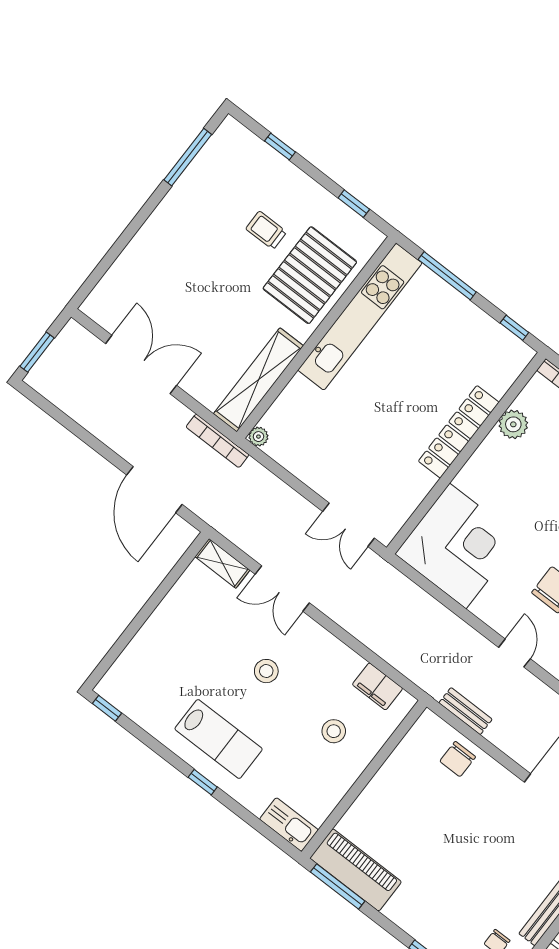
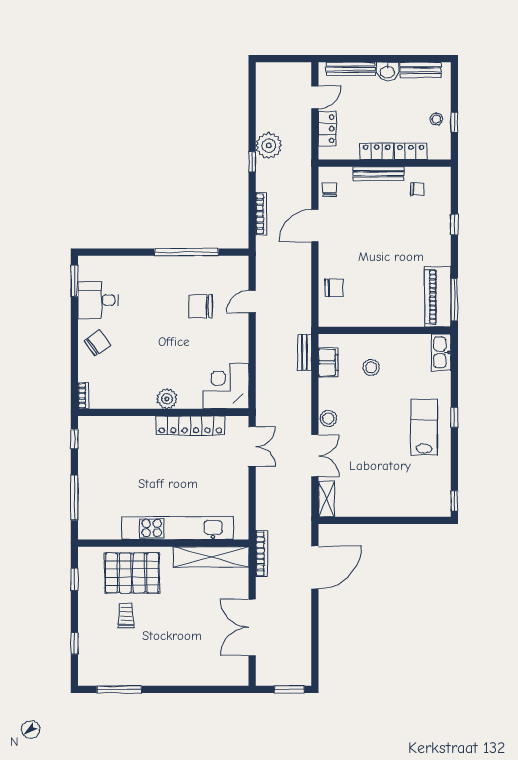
trolley: (266, 230) -> (126, 616), turned 180
kitchen unit: (360, 317) -> (177, 528), moved
plant: (513, 424) -> (167, 399), moved
locker: (459, 432) -> (190, 426), moved
plant: (258, 437) -> (242, 533), removed
corner desk: (458, 546) -> (226, 386), width x0.74, depth x0.74
stool: (266, 671) -> (328, 418), moved
bench: (466, 711) -> (305, 353), moved

